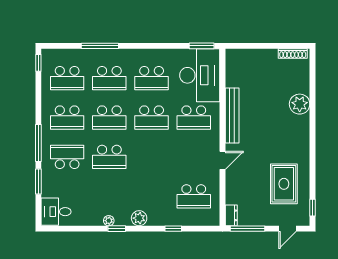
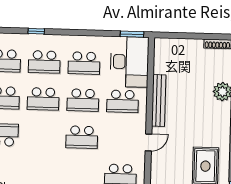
window: (100, 46) -> (36, 31), width x0.46
school desk: (109, 157) -> (82, 137), moved

